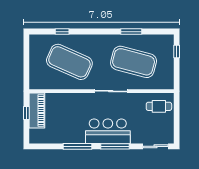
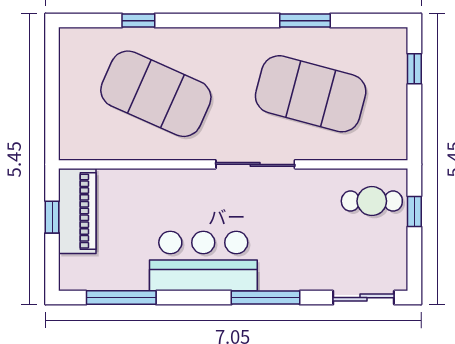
window: (177, 111) -> (414, 211), added
bar counter: (108, 131) -> (203, 261), moved
window: (77, 146) -> (121, 298), moved

